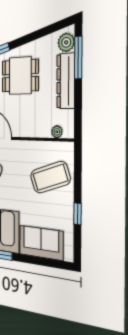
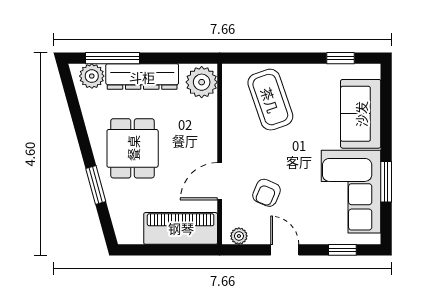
plant: (57, 132) -> (202, 82), width x1.88, depth x1.88
window: (78, 214) -> (341, 58), moved

